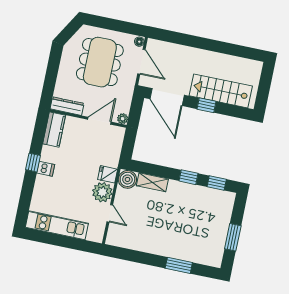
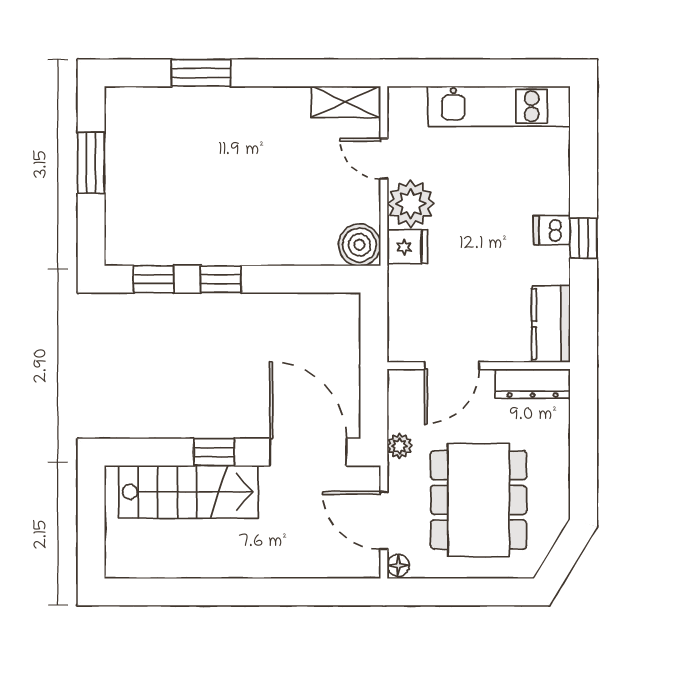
plant: (123, 119) -> (400, 446), moved
shelving: (152, 182) -> (346, 102), moved

